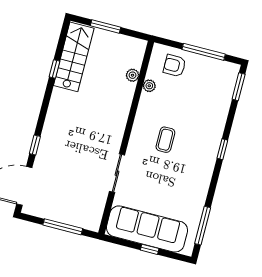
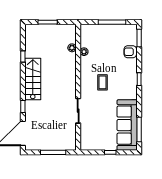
stairs: (74, 57) -> (33, 79), moved
armchair: (175, 66) -> (130, 52), moved
sofa: (147, 229) -> (127, 125), moved, turned -90

